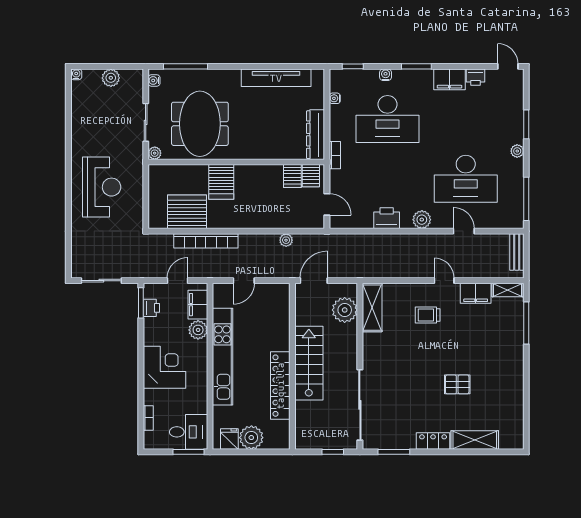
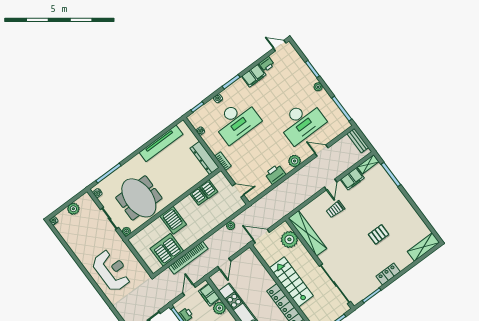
server rack: (311, 176) -> (199, 196), moved
door: (314, 281) -> (261, 236), hinge flipped
door: (444, 281) -> (331, 185), swing flipped
shelving: (372, 308) -> (307, 233), width x1.47
shelving: (475, 440) -> (423, 247), moved

